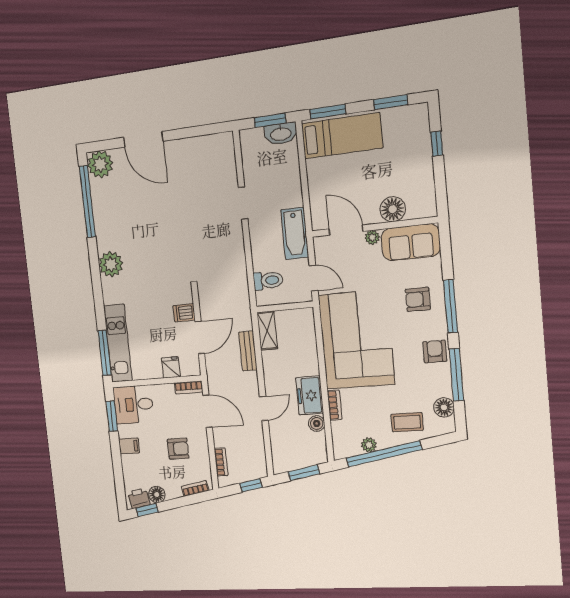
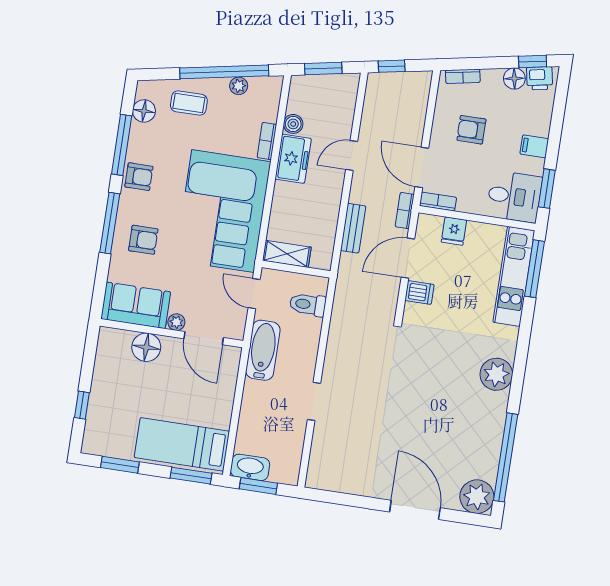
shelving: (267, 331) -> (287, 254), moved, turned 90
armchair: (435, 351) -> (139, 177), turned -90
bookcase: (221, 462) -> (405, 211), moved

